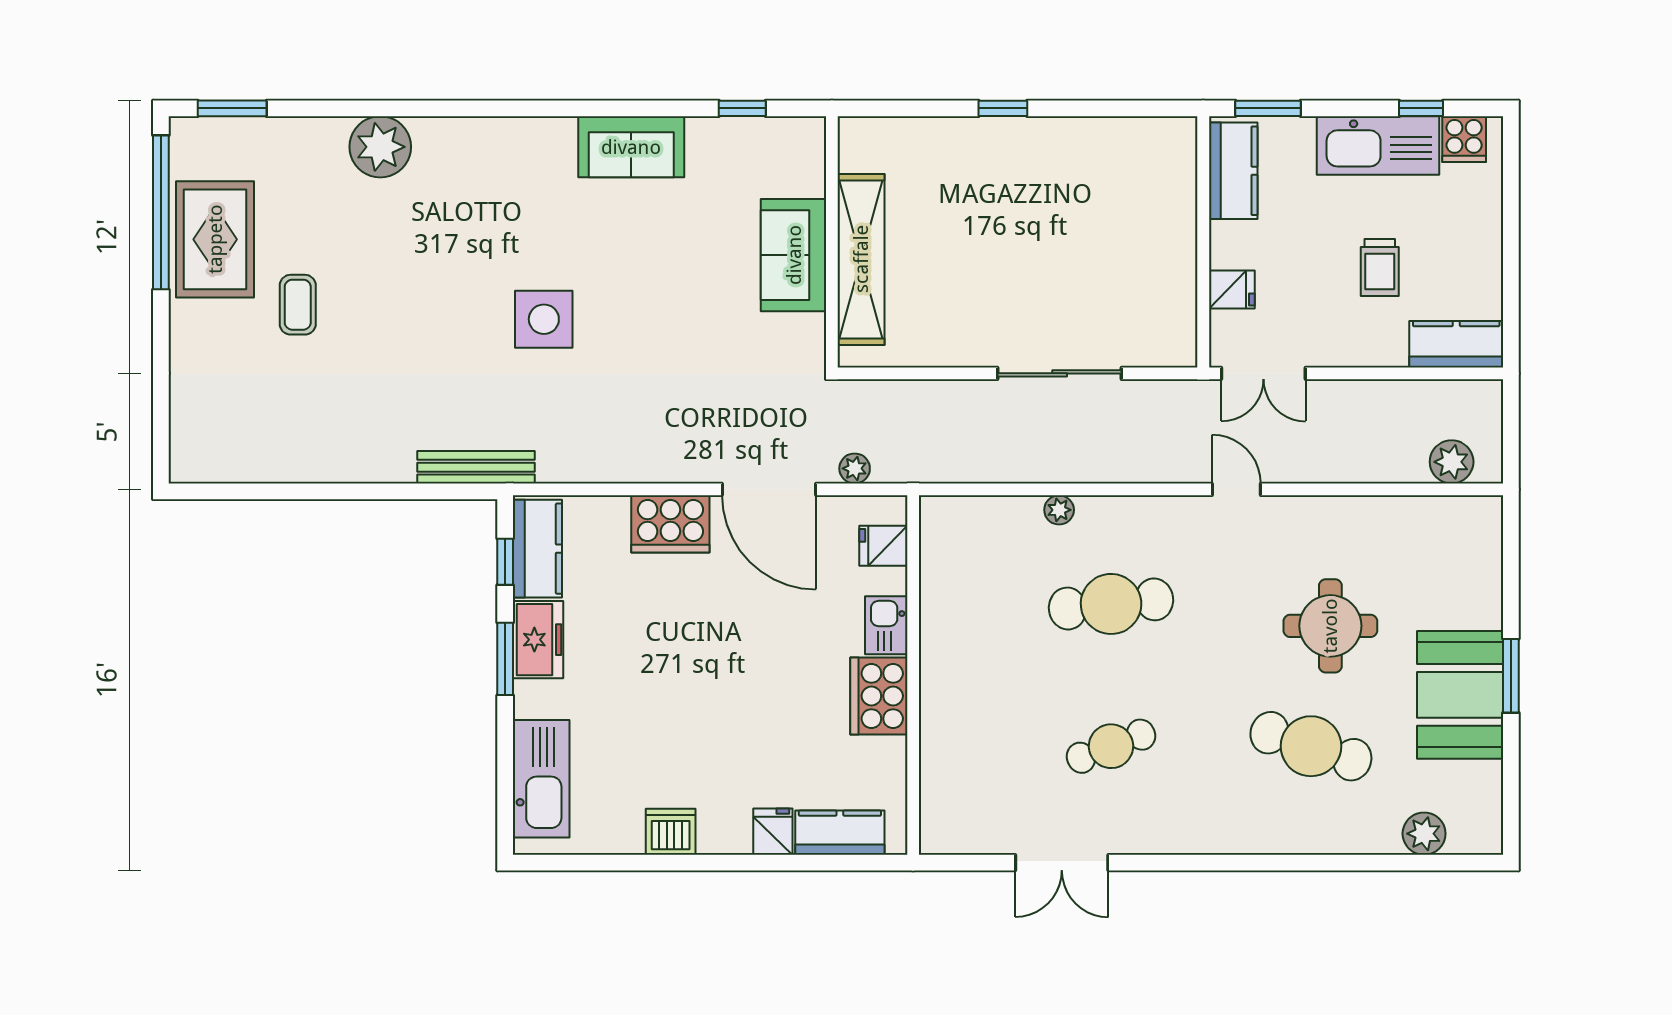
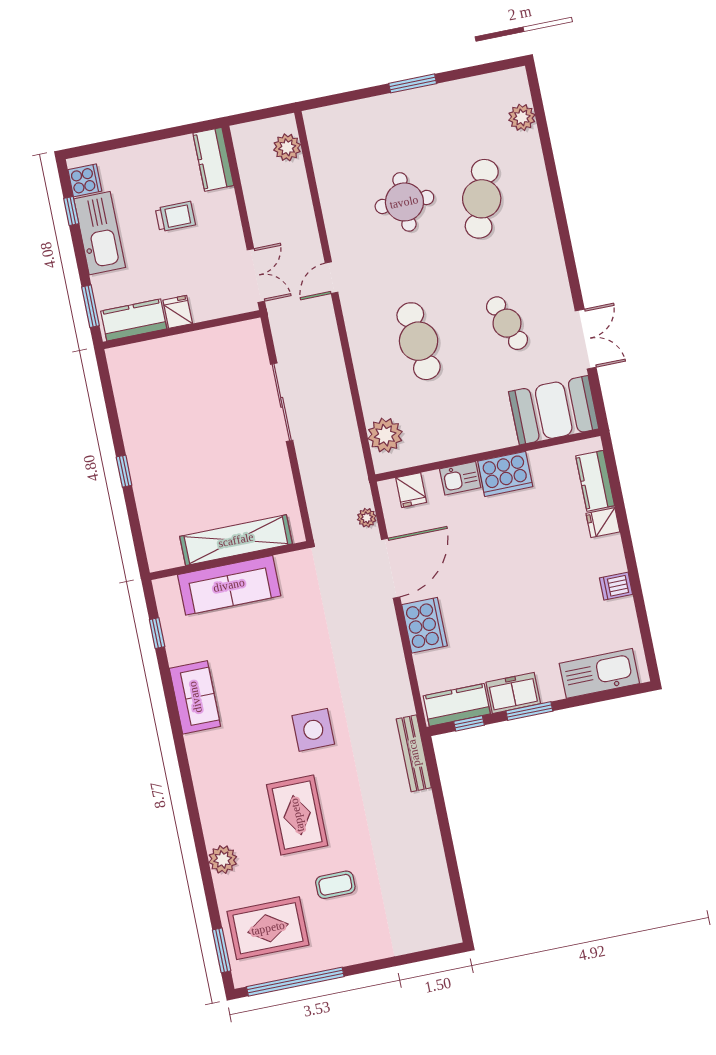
plant: (380, 147) -> (223, 860), width x0.73, depth x0.73
rug: (215, 239) -> (268, 928), moved
sofa: (794, 255) -> (229, 585), width x1.36
rug: (417, 268) -> (297, 815), added
fridge: (1232, 290) -> (178, 312), moved
plant: (1059, 510) -> (385, 435), moved, width x1.88, depth x1.88
booth: (1460, 695) -> (554, 410), moved
dishwasher: (671, 832) -> (616, 586), width x0.73

